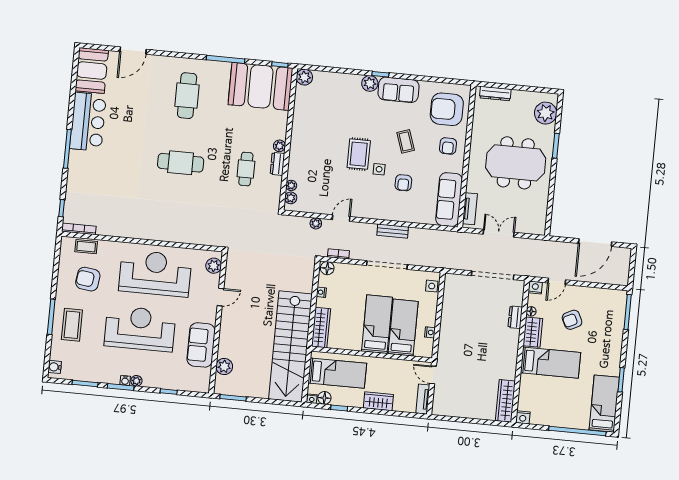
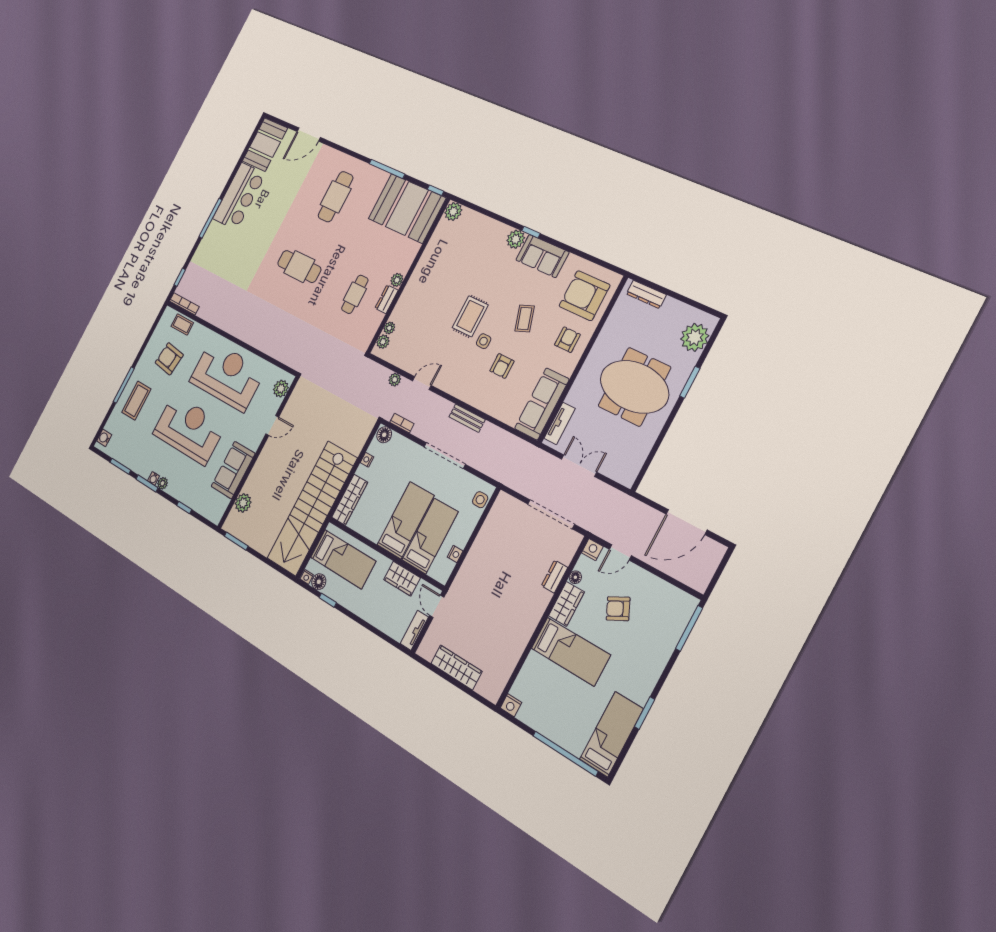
armchair: (448, 146) -> (567, 340), turned 180
wardrobe: (378, 401) -> (402, 579), moved, turned 180
wardrobe: (505, 401) -> (456, 667), moved, turned 90

